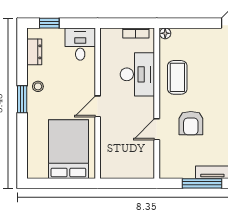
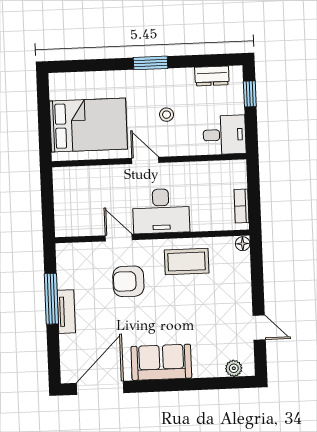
desk: (137, 74) -> (161, 211), moved
stool: (38, 86) -> (167, 115), moved

